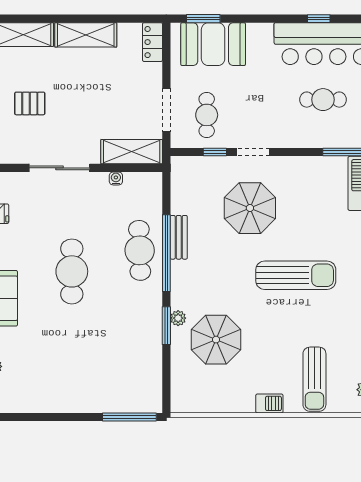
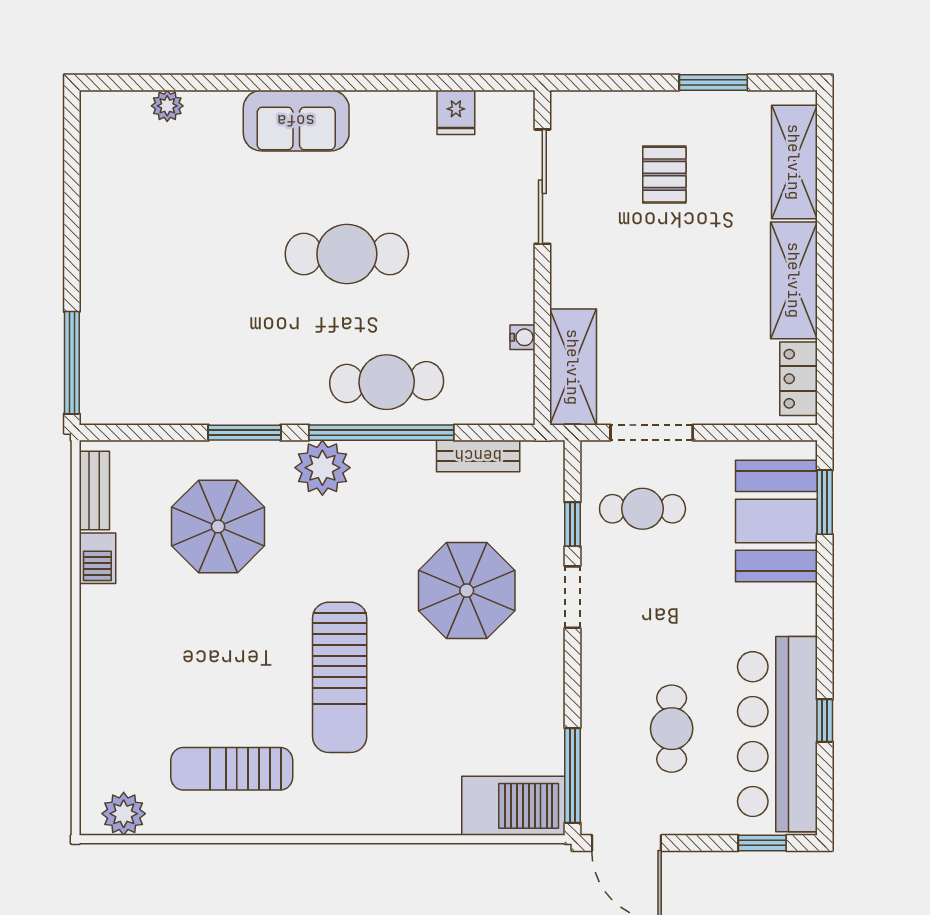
locker: (152, 42) -> (799, 379), moved, turned -90
sliding door: (59, 168) -> (542, 187), moved
bench: (179, 237) -> (478, 456), moved
plant: (178, 318) -> (322, 468), moved, width x1.87, depth x1.87
sun lounger: (314, 379) -> (232, 769), moved
barbecue: (269, 403) -> (97, 558), moved
bench: (197, 405) -> (94, 490), added

